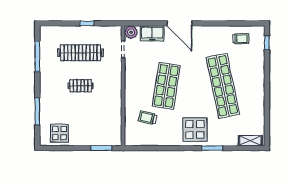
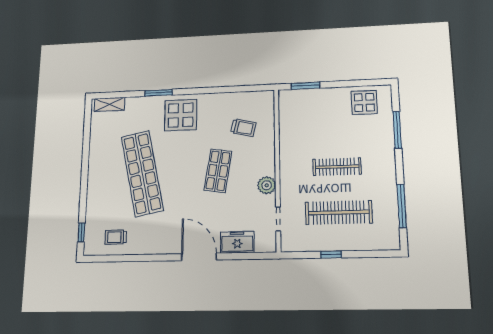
plant: (131, 32) -> (267, 185), moved
clothes rail: (81, 86) -> (337, 167), width x1.36
shop shelf: (166, 86) -> (218, 171), width x0.70, depth x0.74

